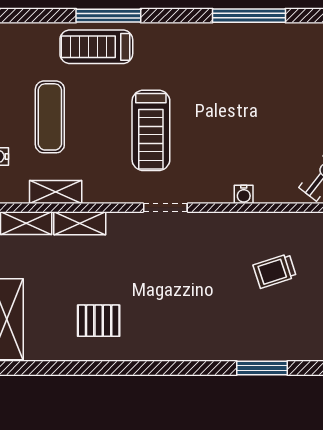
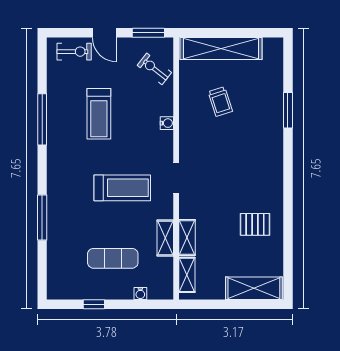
treadmill: (96, 47) -> (99, 114), moved
shelving: (56, 192) -> (165, 238), moved
pallet: (99, 321) -> (255, 224), turned 90

